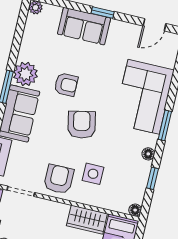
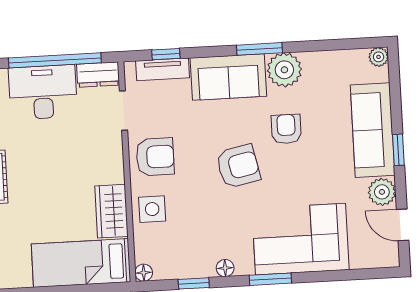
sofa: (84, 26) -> (373, 130), width x1.36
plant: (128, 32) -> (382, 192), added
armchair: (66, 85) -> (286, 129), turned 180
side table: (93, 174) -> (152, 209), moved

